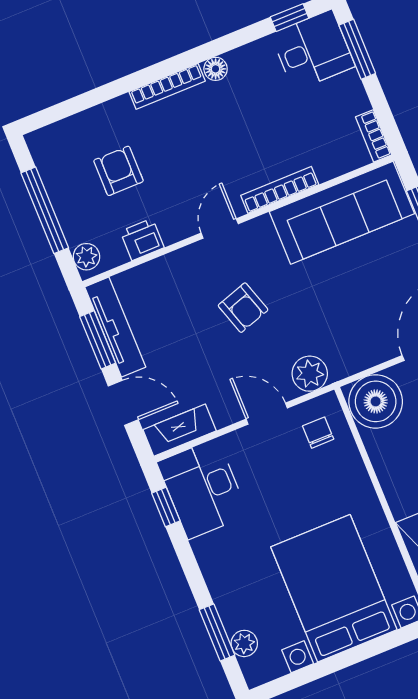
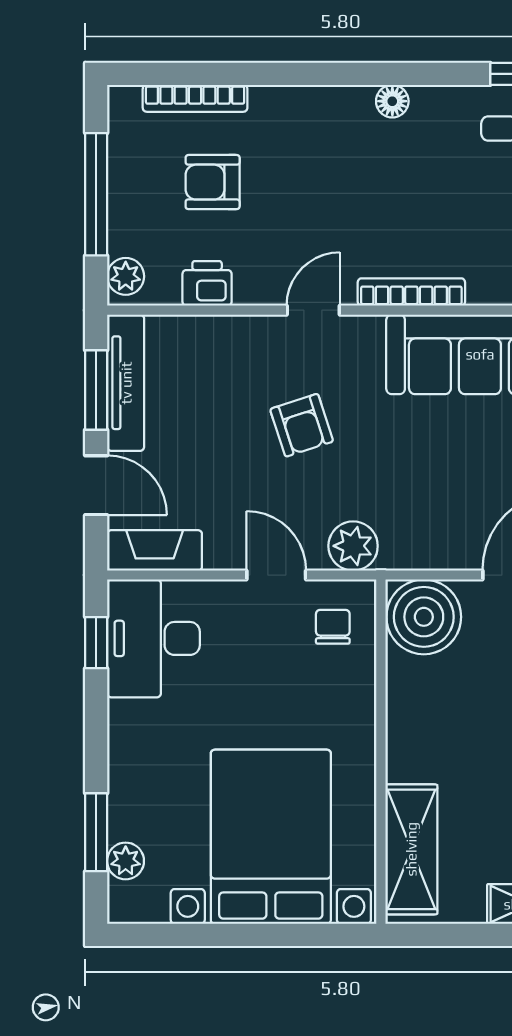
bookcase: (167, 86) -> (195, 98), moved
armchair: (119, 171) -> (213, 182), turned -90

